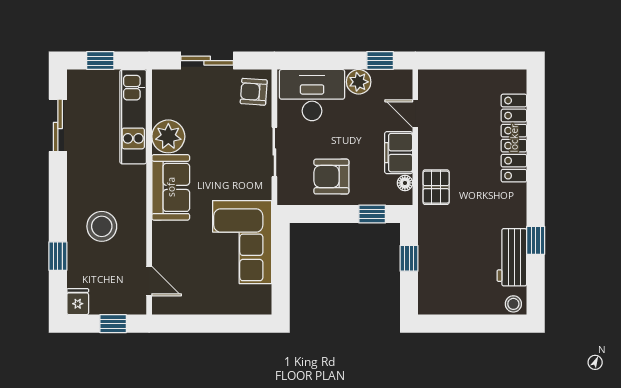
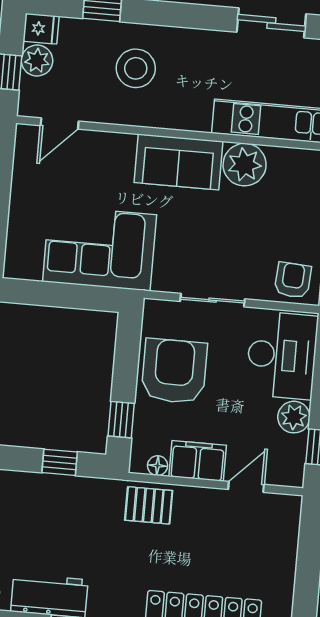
armchair: (331, 177) -> (174, 371), width x1.36, depth x1.36
plant: (102, 303) -> (37, 61), added

